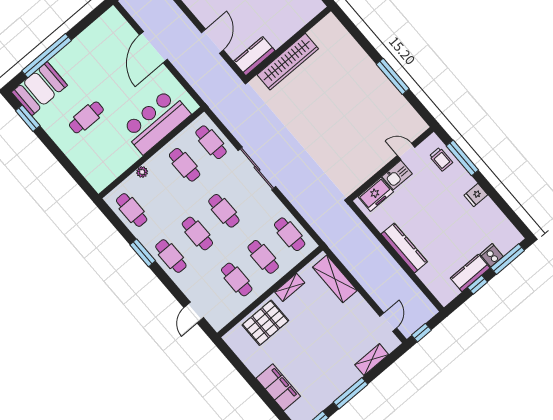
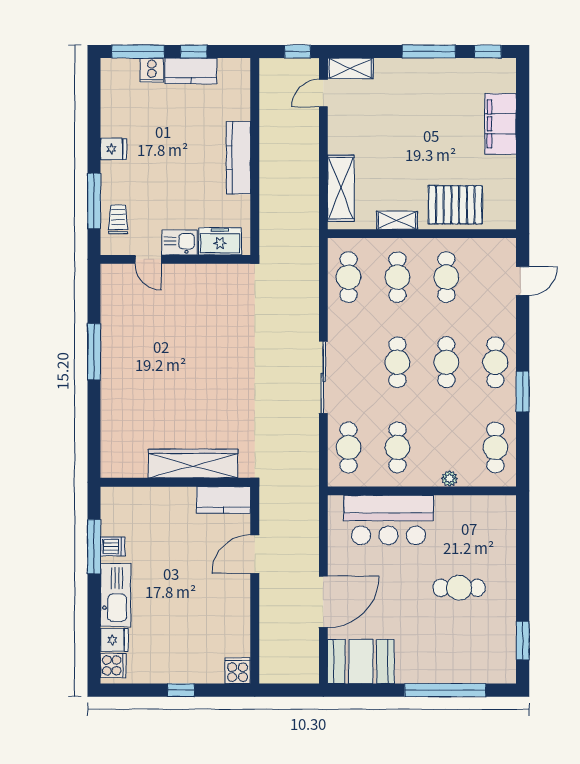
booth: (39, 89) -> (361, 661), moved
shelving: (372, 360) -> (350, 68), moved

